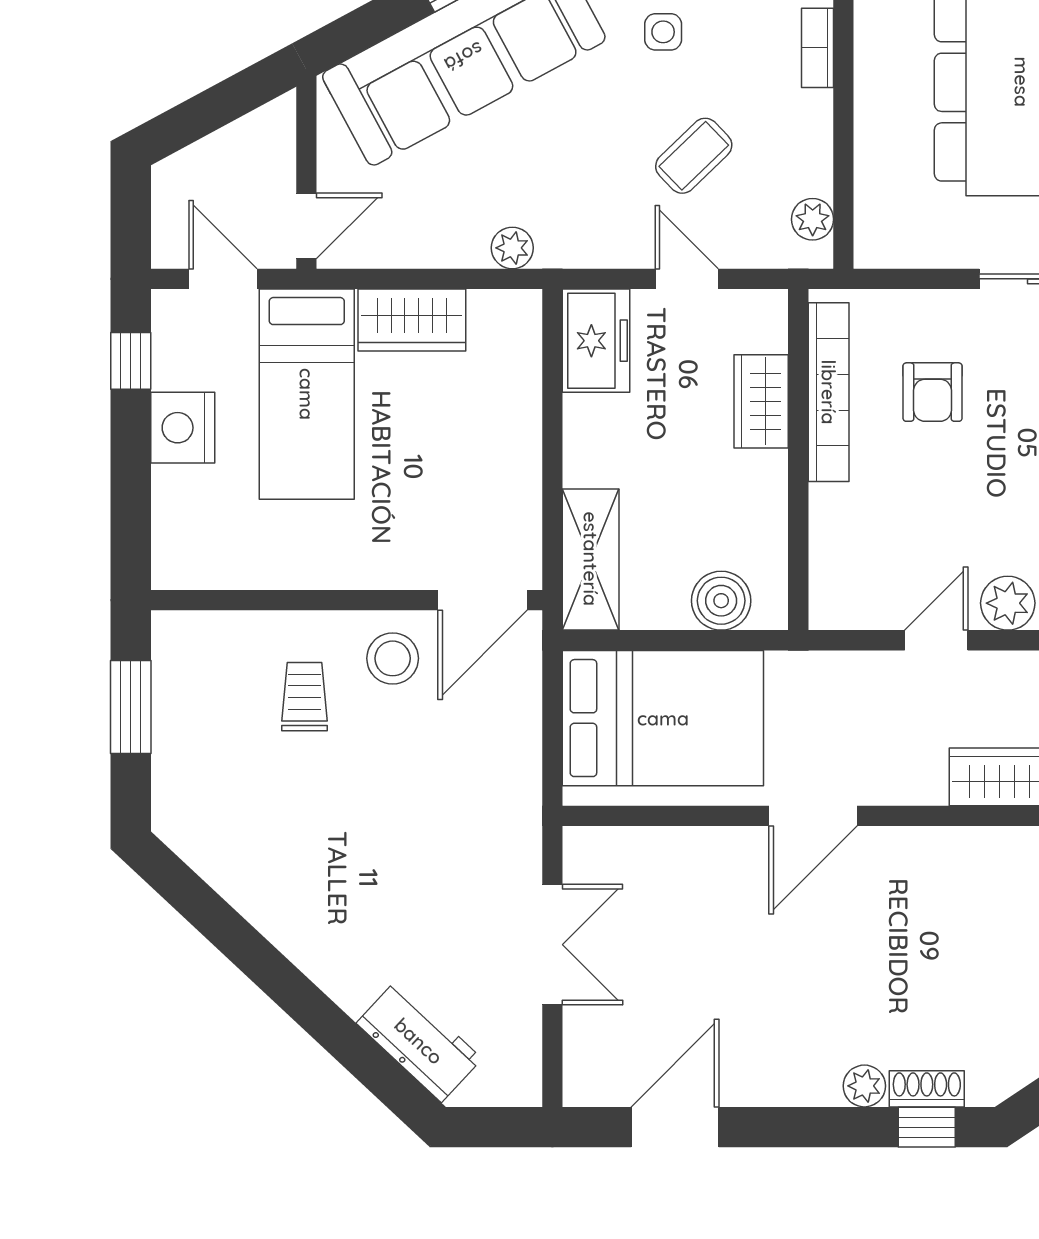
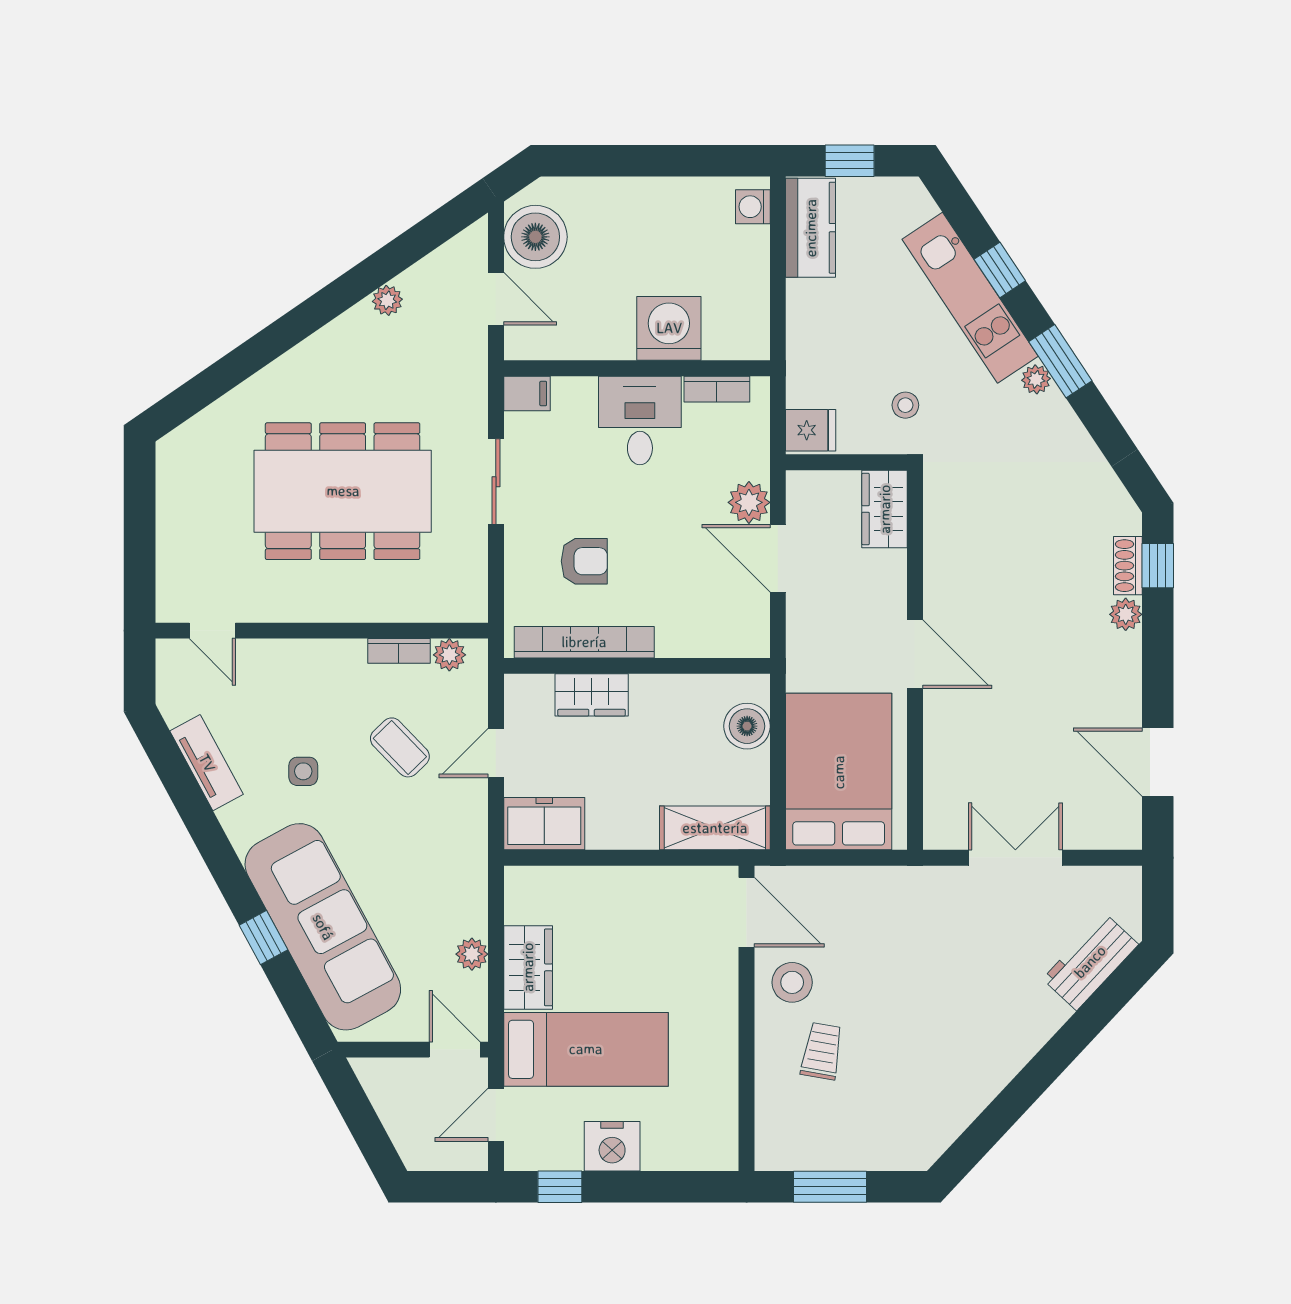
bookcase: (817, 48) -> (399, 651), moved
plant: (512, 248) -> (472, 954), moved
door: (936, 640) -> (778, 558), width x1.38
trolley: (304, 697) -> (822, 1051), turned 100

